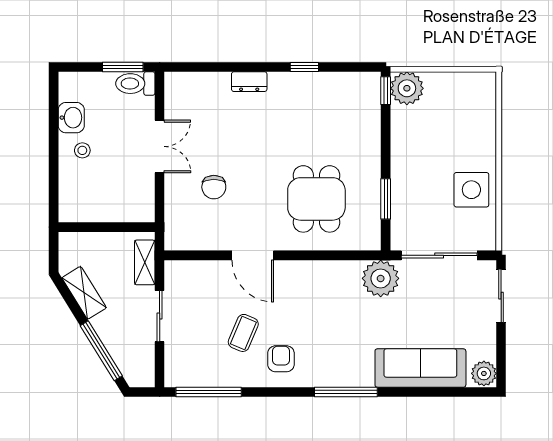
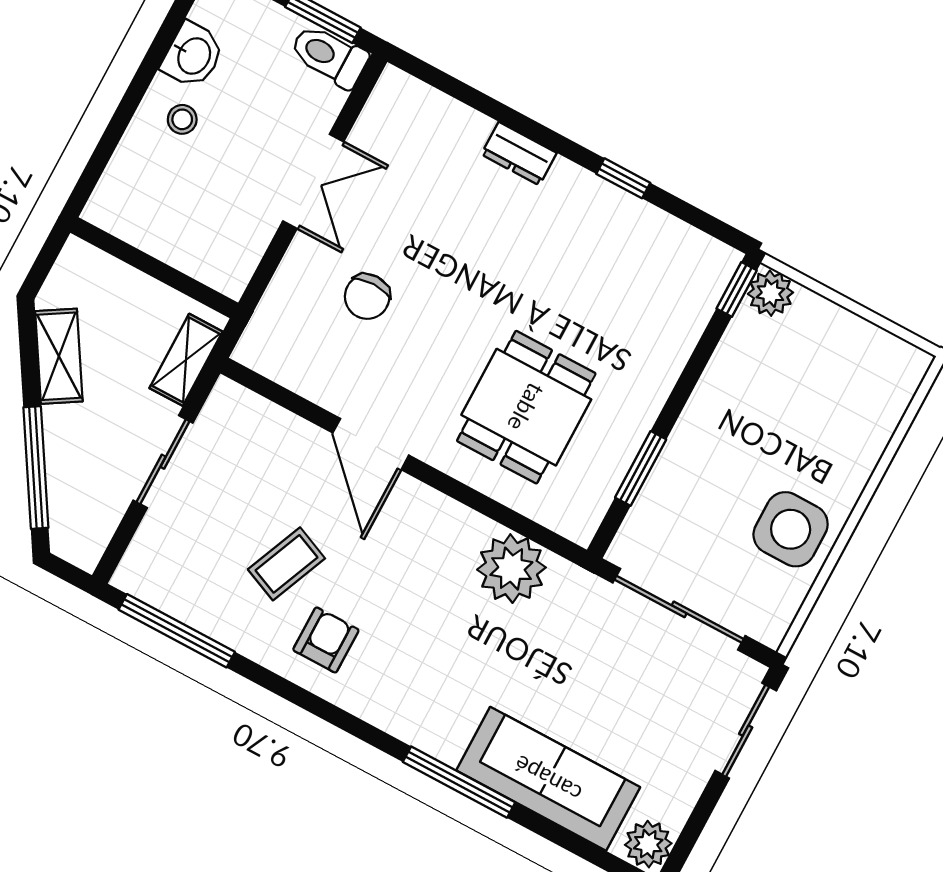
plant: (407, 88) -> (770, 293), width x0.73, depth x0.73
plant: (381, 278) -> (511, 569), moved
window: (346, 392) -> (459, 782), moved

